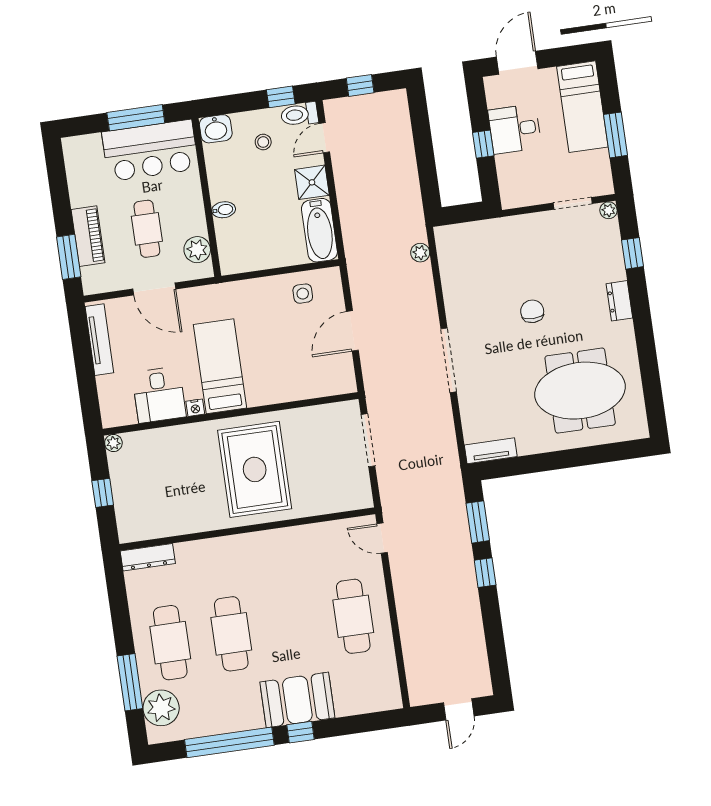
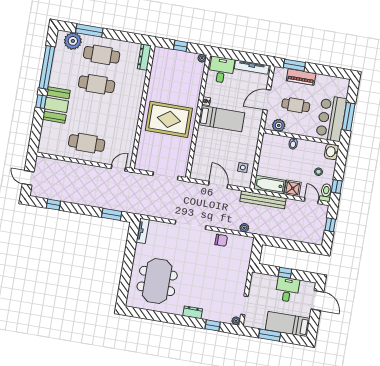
bench: (353, 234) -> (263, 200), added
chair: (532, 311) -> (221, 240), moved
desk: (159, 395) -> (221, 70), moved, turned 90
window: (485, 573) -> (53, 205), moved

